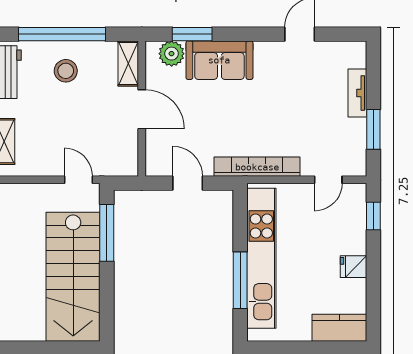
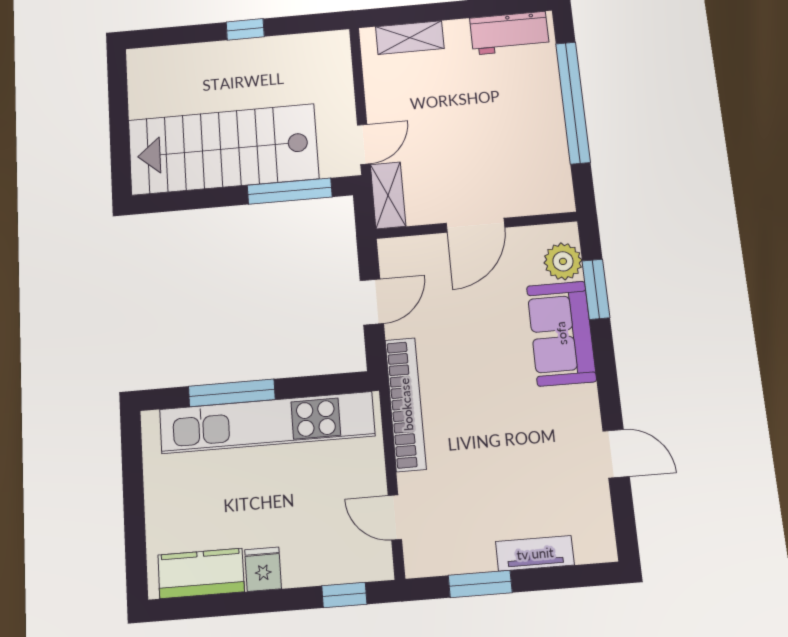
shelving: (128, 64) -> (388, 195), moved, turned 90
stool: (66, 71) -> (520, 113), removed
kitchen counter: (339, 328) -> (201, 573), moved, turned -90

